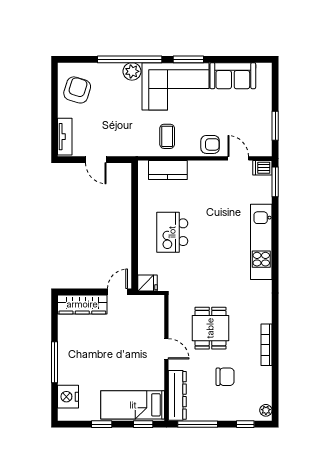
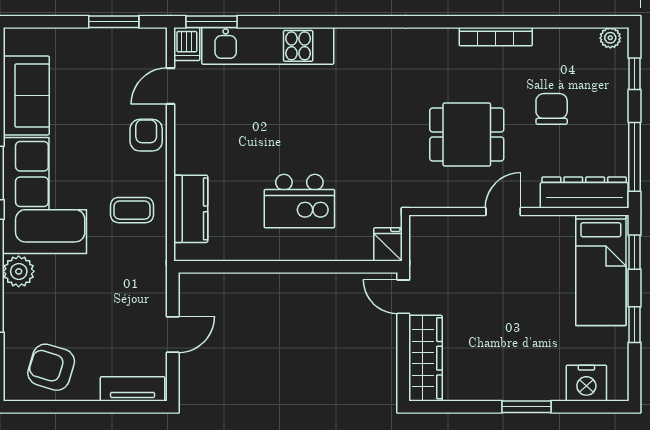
kitchen unit: (261, 242) -> (268, 46), moved
window: (55, 362) -> (526, 407), width x0.69

